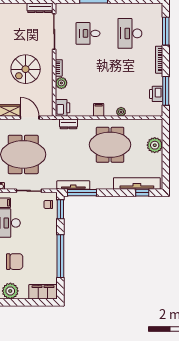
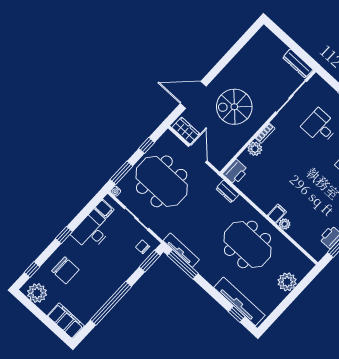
filing cabinet: (99, 110) -> (277, 214), moved

